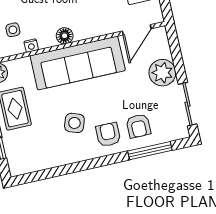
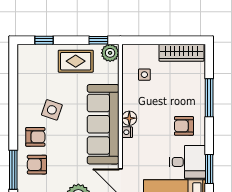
nightstand: (31, 46) -> (127, 132), moved

